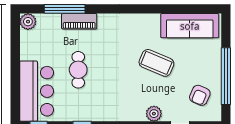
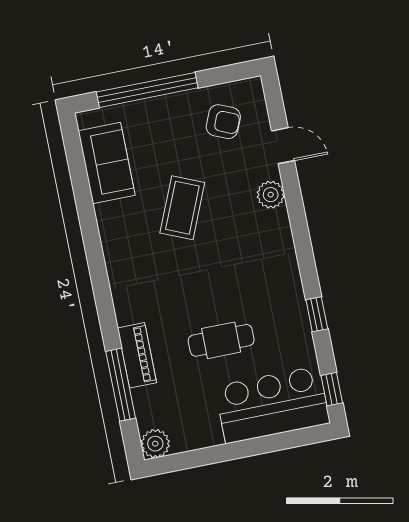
sofa: (190, 26) -> (107, 163), width x0.73
window: (226, 76) -> (147, 90), moved

